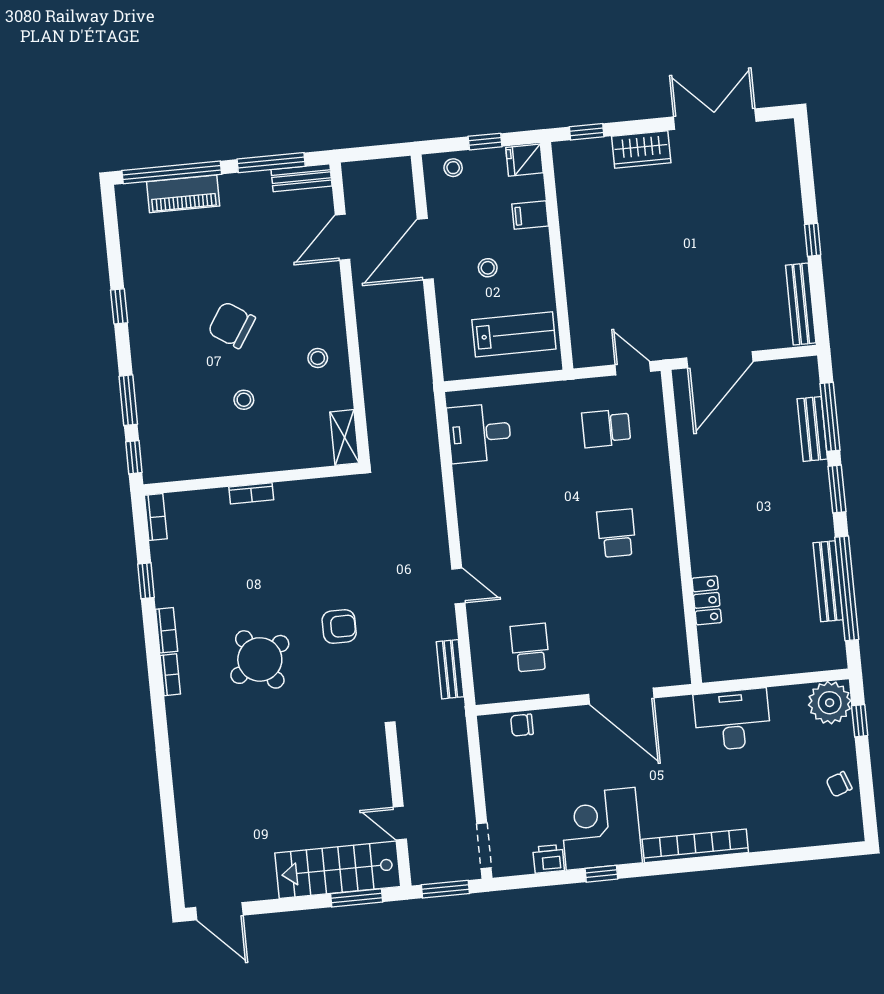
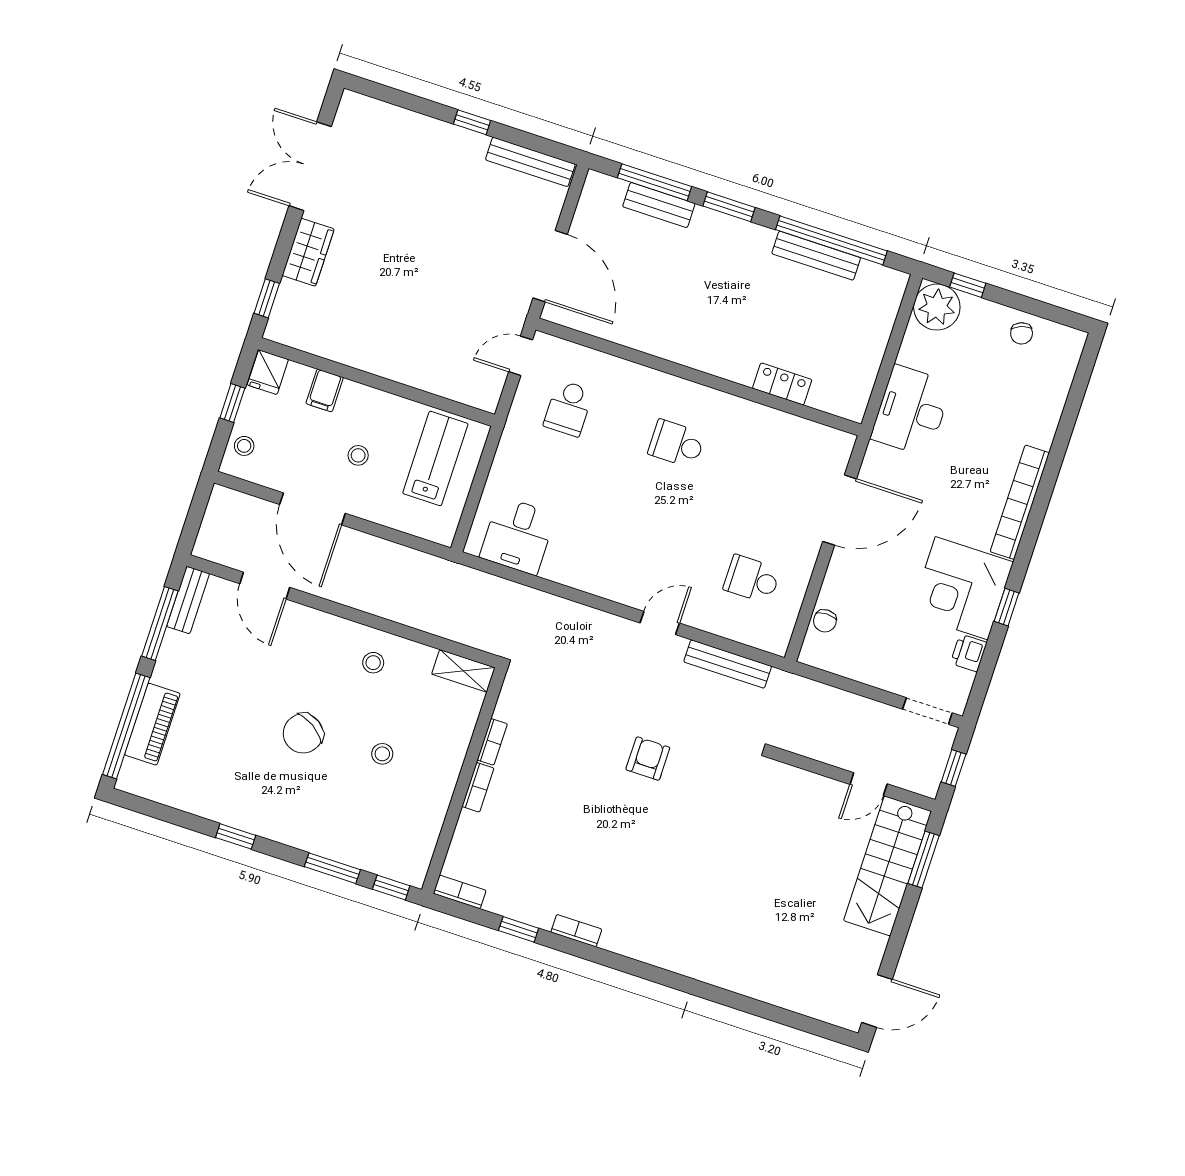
round table: (260, 659) -> (646, 851), removed
bench: (450, 669) -> (728, 664), width x1.36
bookcase: (170, 675) -> (492, 742), moved, turned 90
window: (445, 889) -> (954, 768), width x0.67

